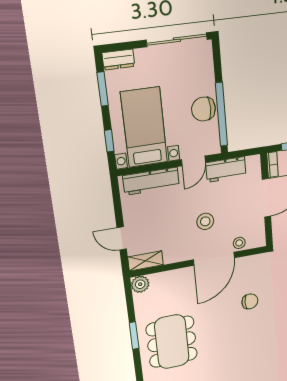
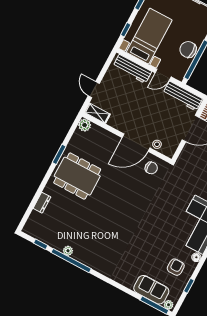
workbench: (226, 169) -> (183, 96), width x1.38
stool: (205, 221) -> (146, 116), removed
chair: (250, 301) -> (151, 168), moved
dining table: (172, 342) -> (77, 176), turned 90

